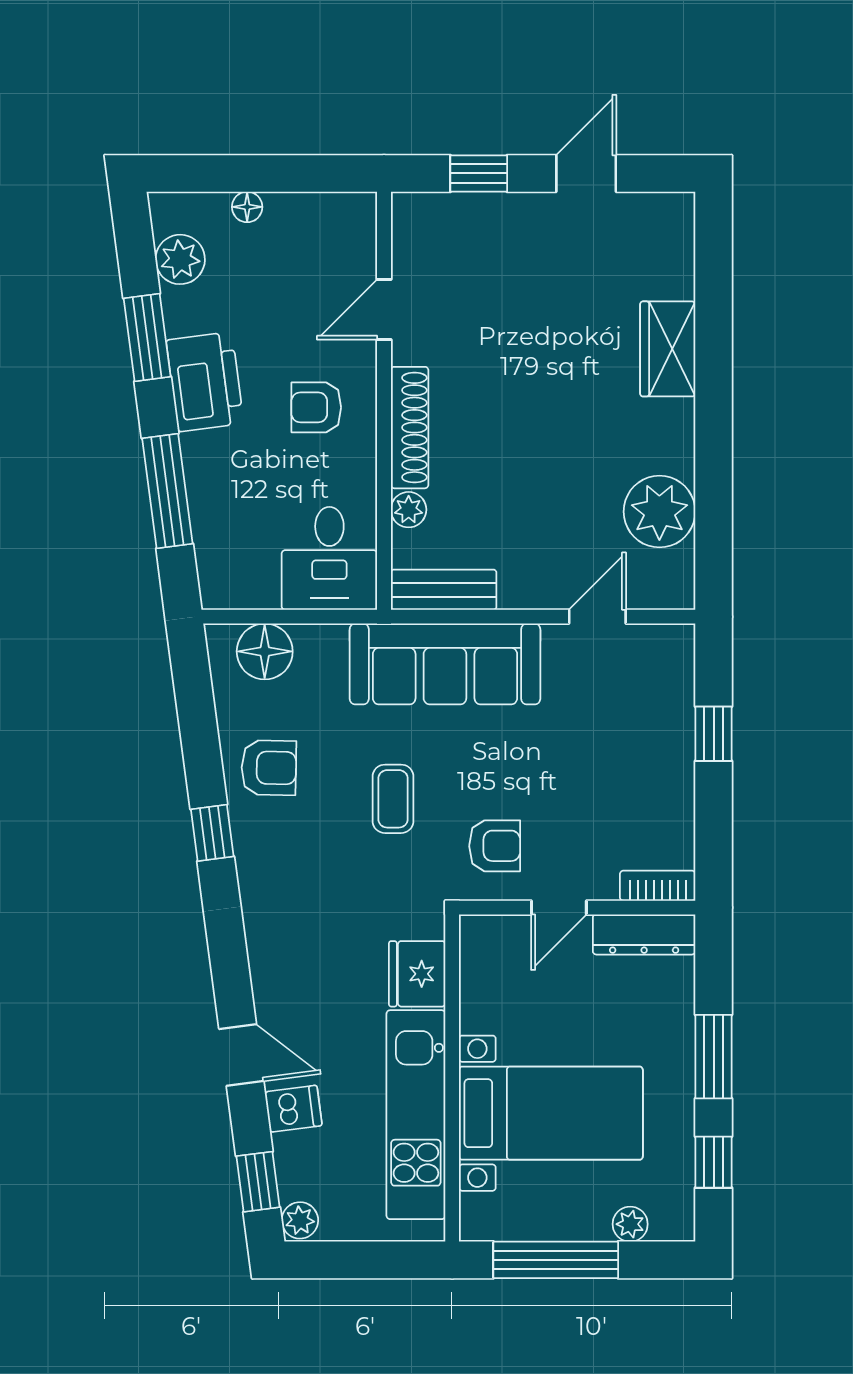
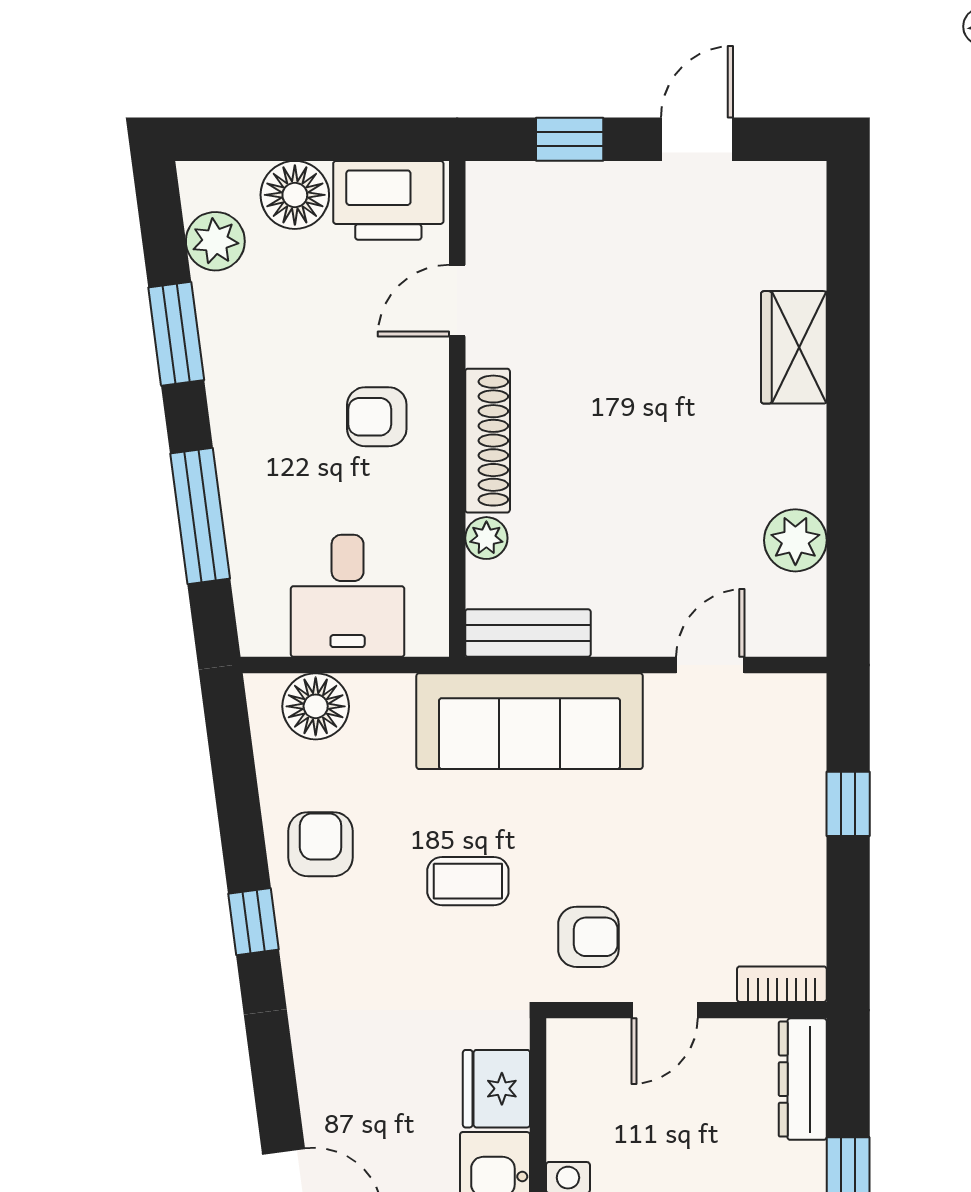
floor lamp: (247, 207) -> (295, 195), width x1.89, depth x1.89
printer: (205, 382) -> (388, 200), moved, turned 97
plant: (659, 512) -> (795, 540), width x0.73, depth x0.73
desk: (329, 558) -> (348, 596), moved
armchair: (269, 768) -> (321, 844), turned -91
coffee table: (393, 799) -> (468, 881), turned 90
dresser: (644, 934) -> (803, 1079), moved, turned 90

